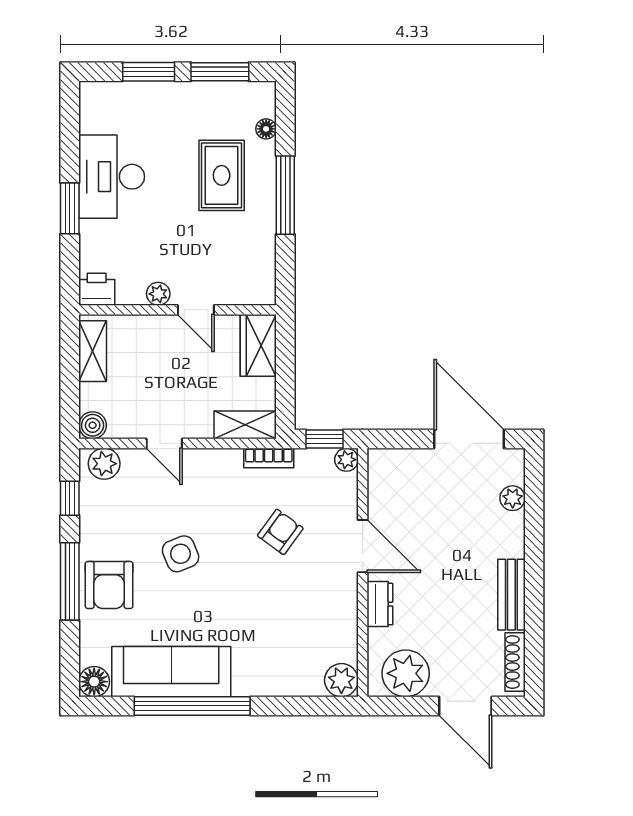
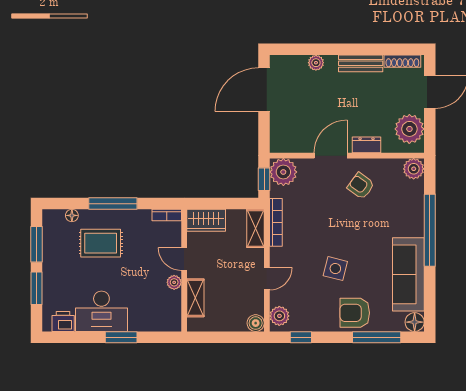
bookcase: (267, 282) -> (167, 215), added
printer: (97, 289) -> (63, 321), moved, turned 90
door: (196, 310) -> (184, 259), swing flipped
shelving: (93, 351) -> (195, 298), moved, turned 90
bookcase: (269, 458) -> (276, 222), width x1.56
plant: (346, 460) -> (283, 172), width x1.88, depth x1.88
plant: (513, 498) -> (316, 63), moved
armchair: (280, 532) -> (361, 186), moved
side table: (181, 554) -> (335, 269), turned 36
window: (70, 581) -> (377, 337), moved
armchair: (109, 585) -> (355, 313), turned 180
window: (192, 706) -> (430, 230), moved

